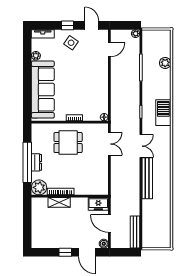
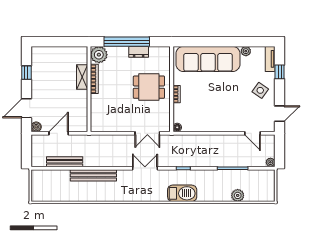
window: (68, 25) -> (280, 72), moved
dining table: (68, 143) -> (149, 87), turned 90
double door: (141, 146) -> (145, 168), swing flipped
dresser: (36, 162) -> (139, 52), moved
bench: (147, 178) -> (93, 175), moved
freezer: (98, 204) -> (80, 121), removed
bench: (135, 232) -> (65, 162), moved
window: (65, 252) -> (26, 73), moved

